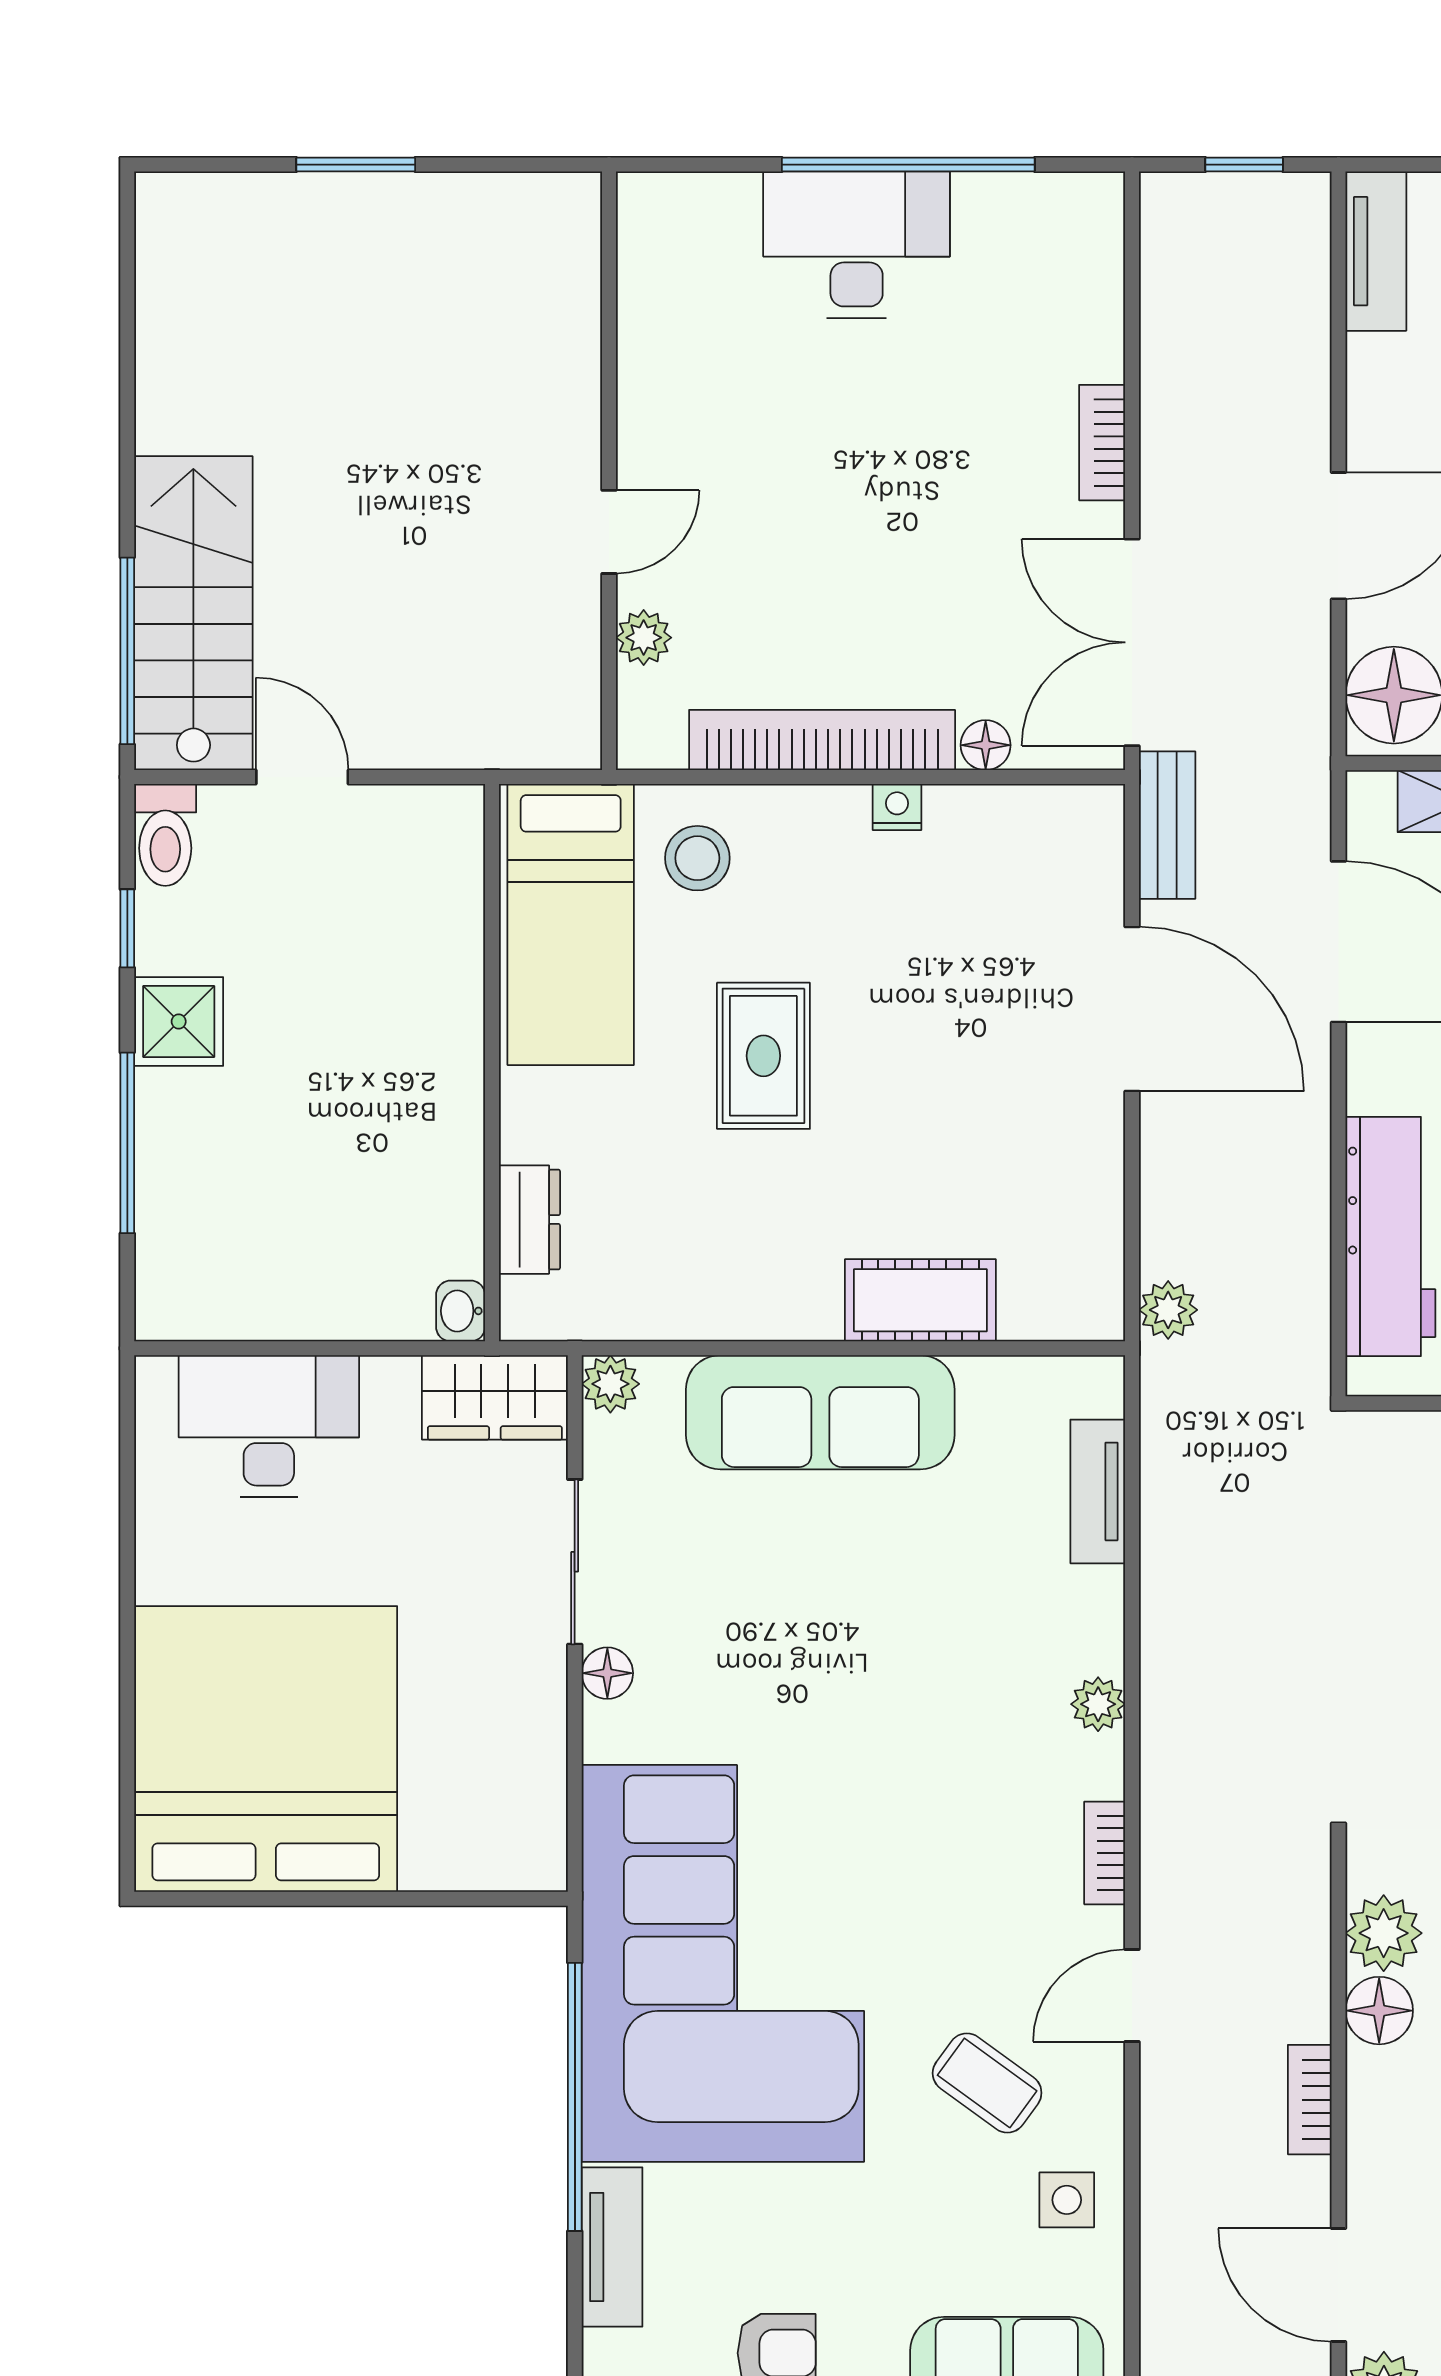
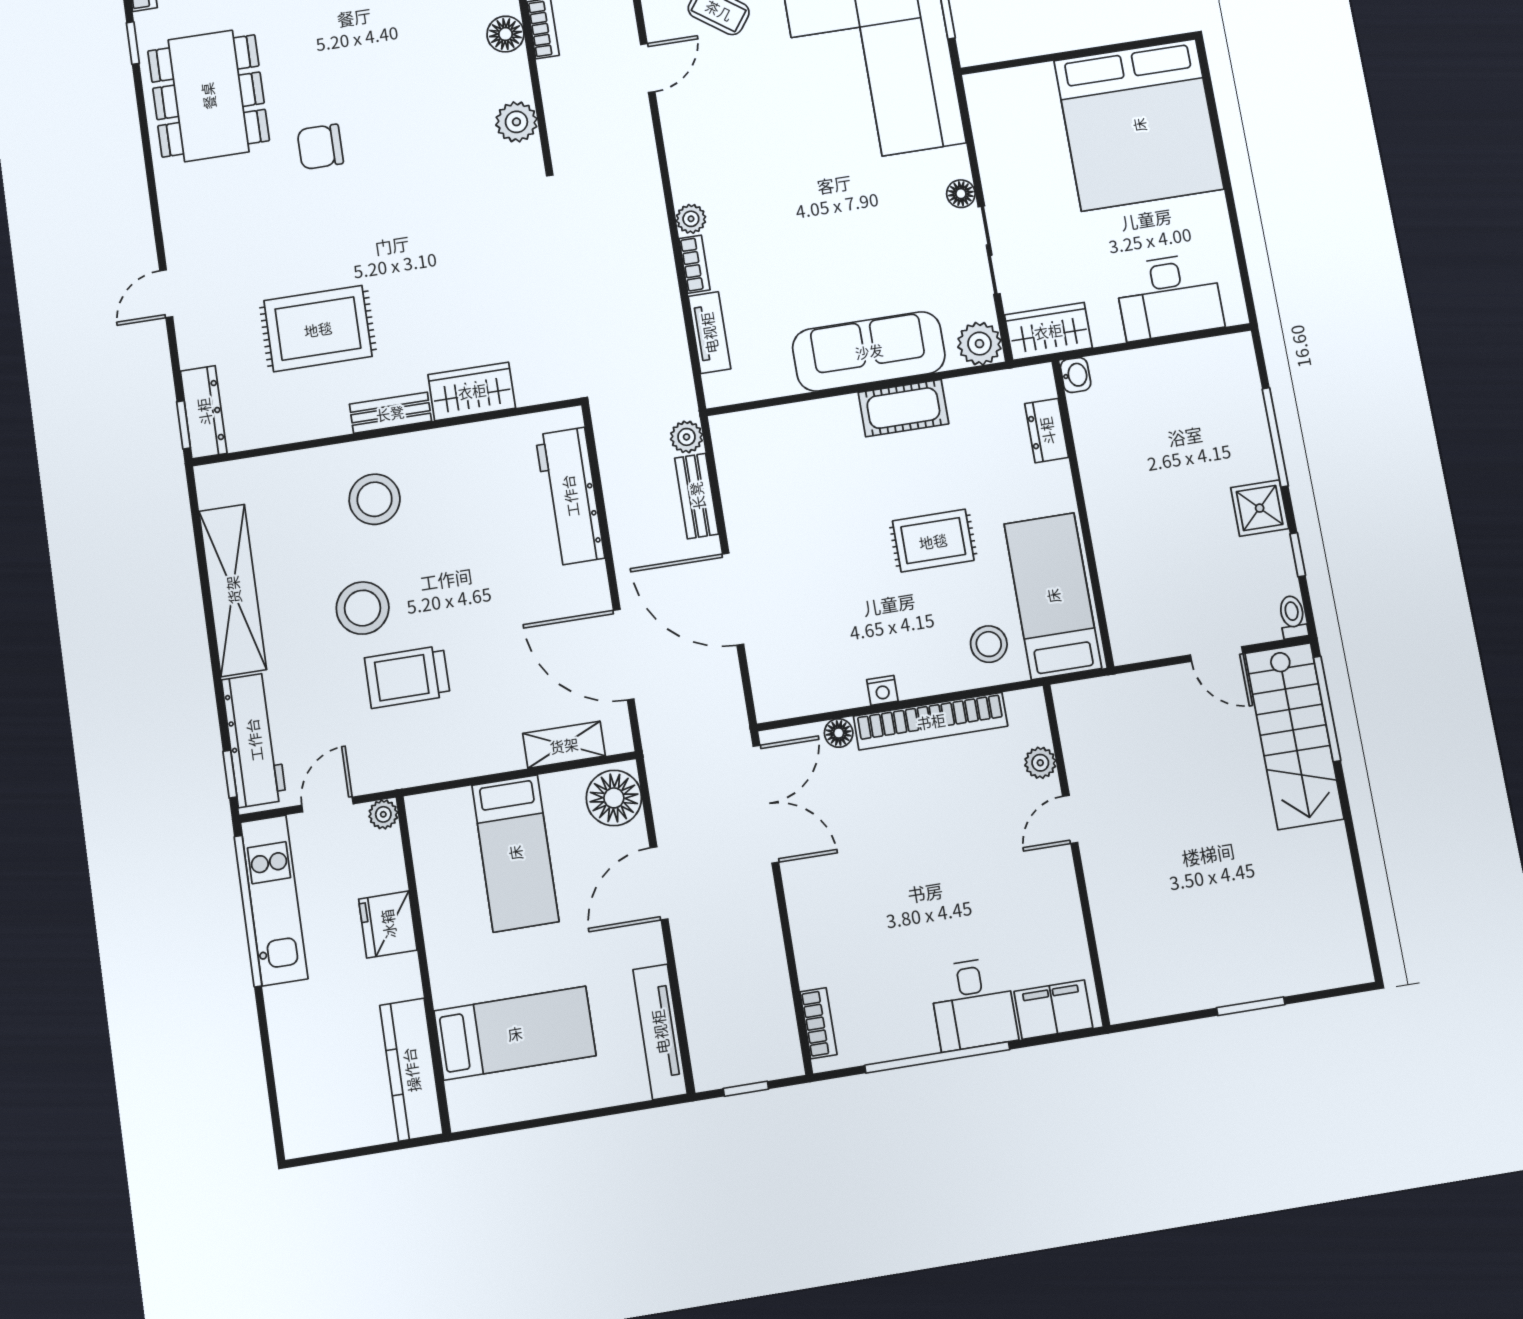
filing cabinet: (695, 213) -> (1053, 1010), added
desk: (857, 245) -> (973, 1004), width x0.73
tv unit: (1376, 251) -> (660, 1032), width x1.41
bookcase: (1102, 443) -> (818, 1023), moved
bench: (1167, 825) -> (697, 496), moved
toilet: (165, 835) -> (1293, 617), width x0.73, depth x0.72
rug: (763, 1056) -> (933, 541), turned 90
cot: (920, 1300) -> (903, 408), moved
plant: (610, 1384) -> (979, 344), width x1.38, depth x1.38
bookcase: (1105, 1853) -> (695, 264), moved
floor lamp: (1379, 2011) -> (505, 34), moved

